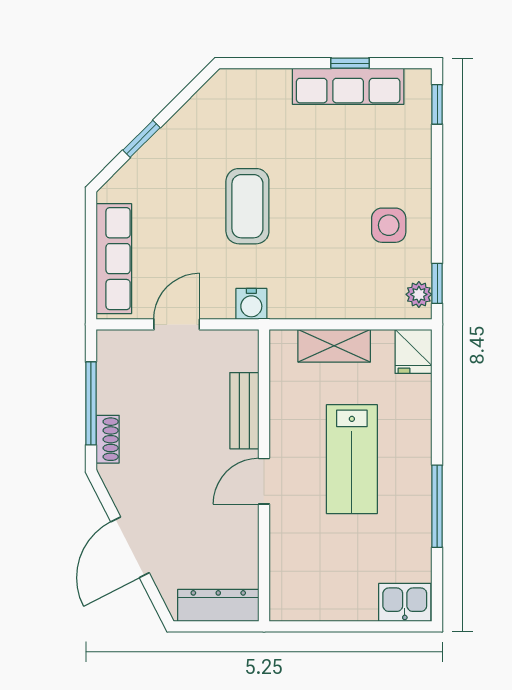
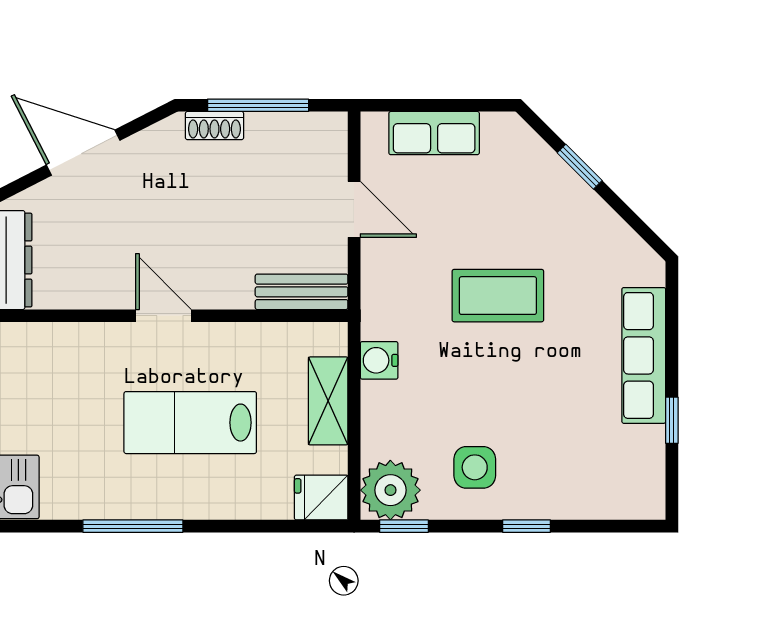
row of seats: (348, 86) -> (644, 355), moved
window: (437, 104) -> (527, 526), moved
row of seats: (114, 259) -> (434, 133), width x0.68
plant: (419, 294) -> (390, 490), width x1.88, depth x1.88
water cooler: (251, 304) -> (379, 360), moved
bench: (244, 411) -> (302, 292), moved

